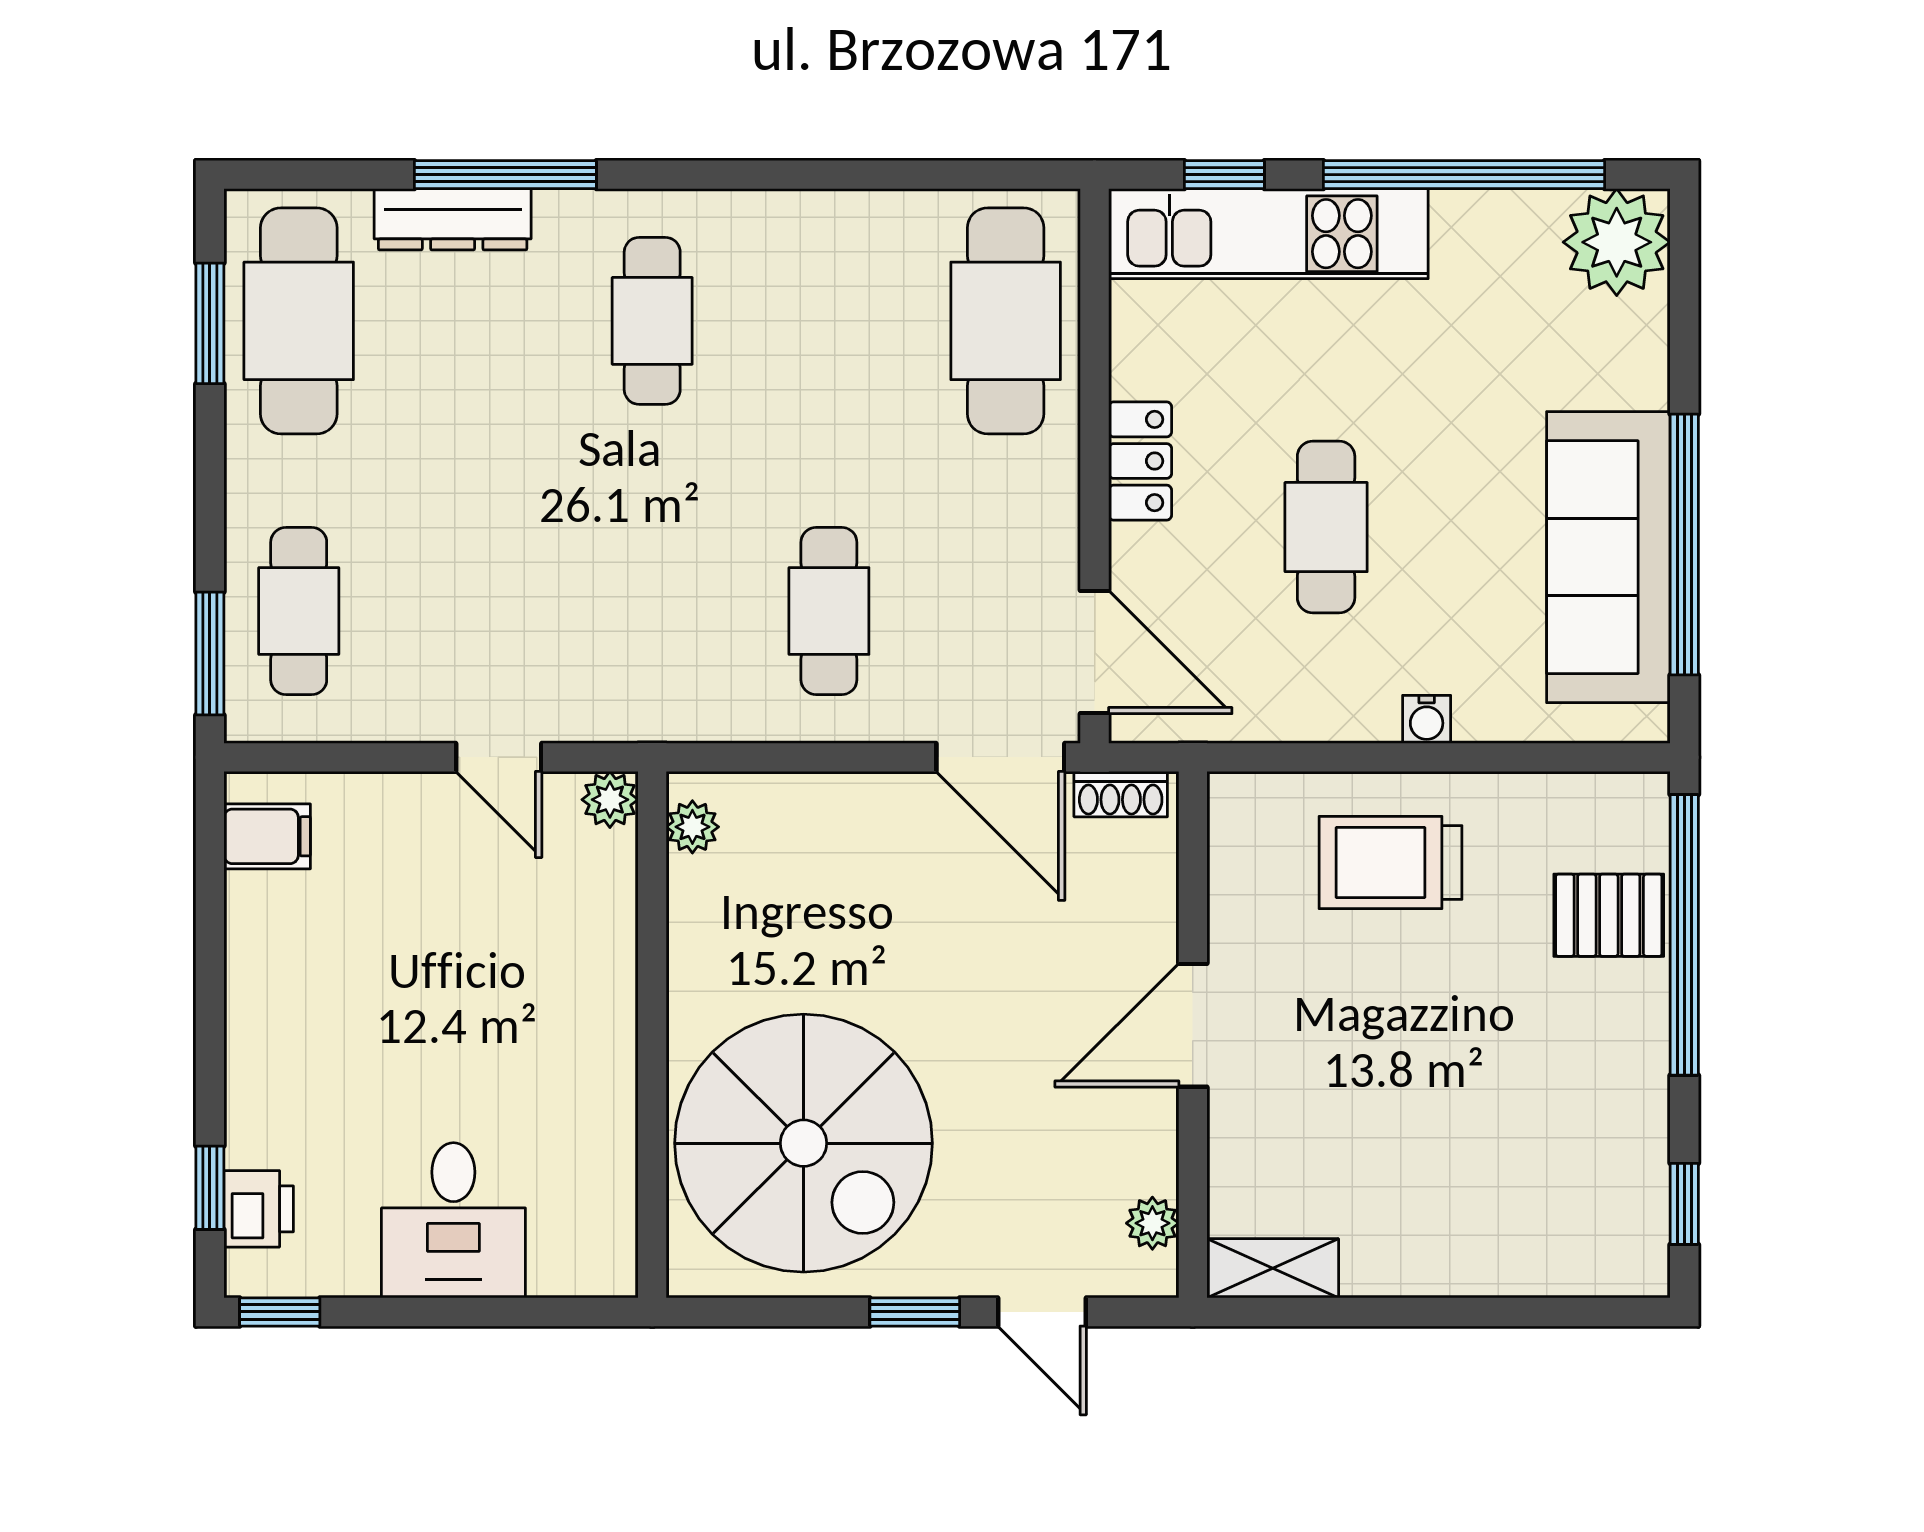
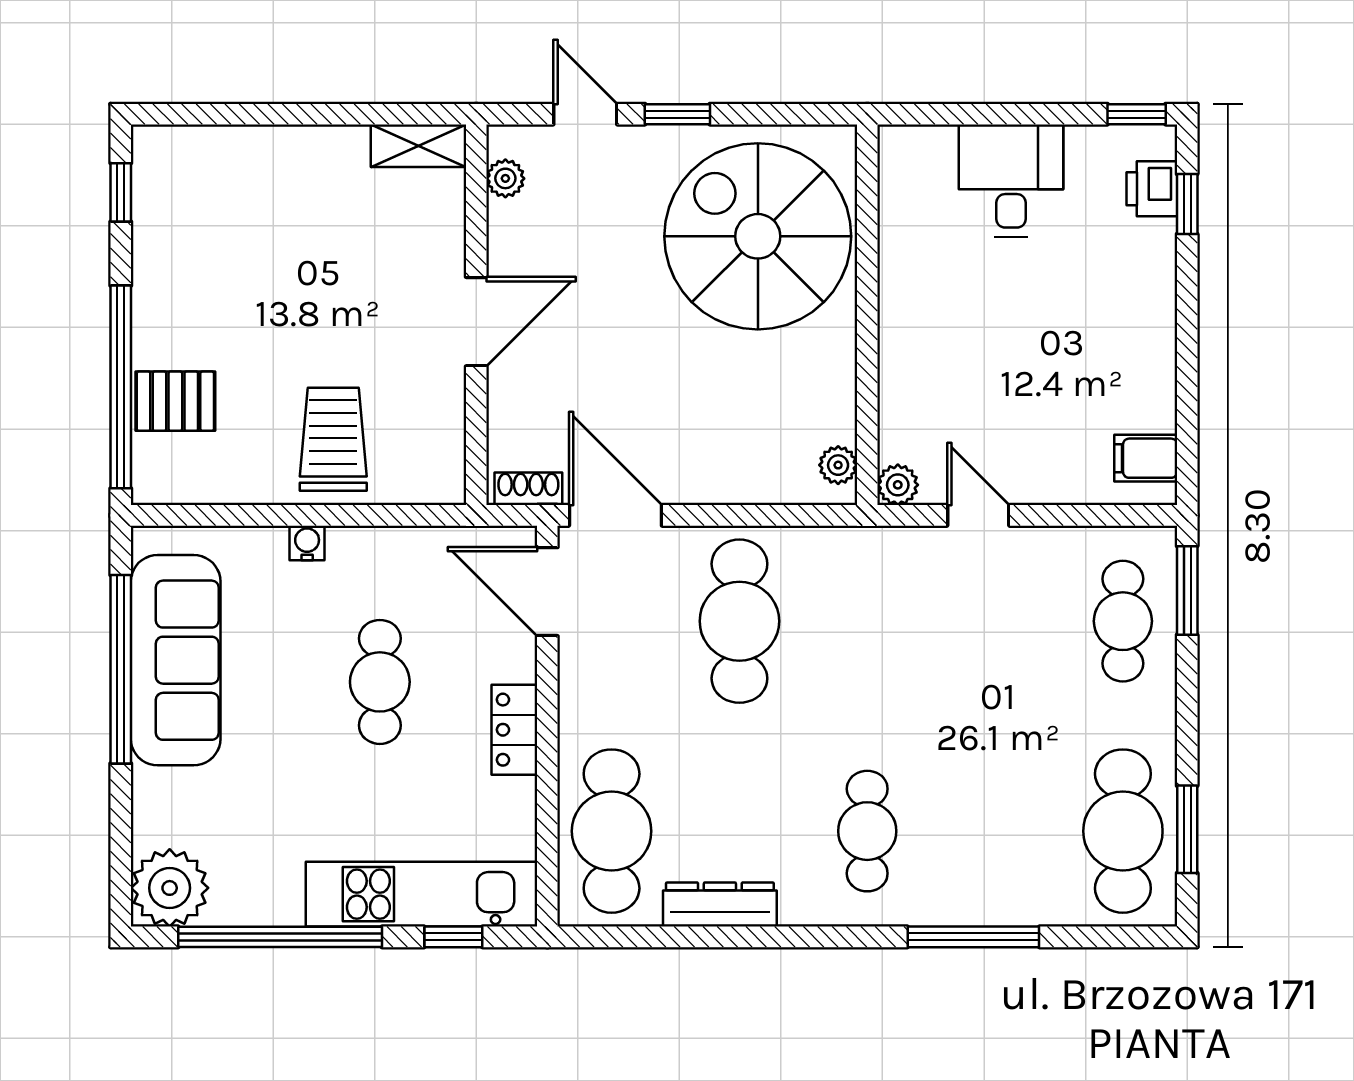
dresser: (453, 219) -> (720, 905), moved
cafe table: (829, 611) -> (739, 621), width x1.37, depth x1.35
trolley: (1390, 862) -> (333, 439), turned -90

